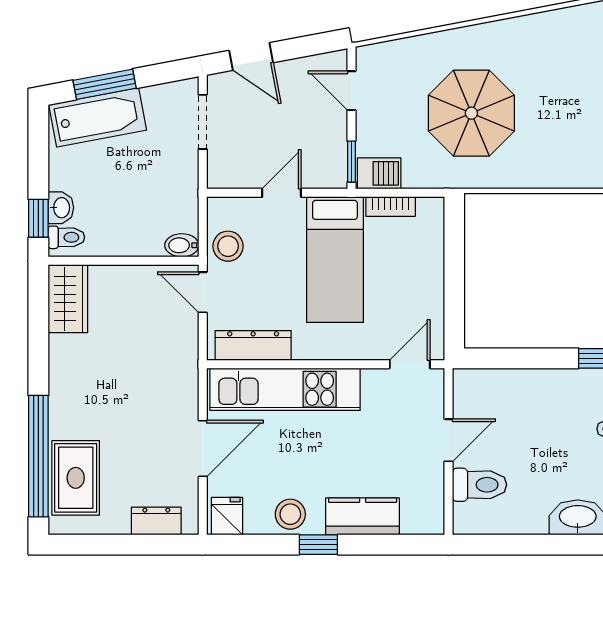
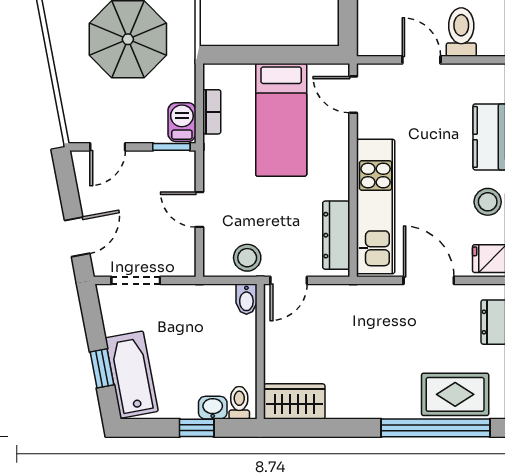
window: (105, 84) -> (102, 368), width x0.67
window: (38, 218) -> (197, 428), moved
bed: (335, 260) -> (281, 120), moved, turned 90

